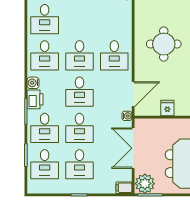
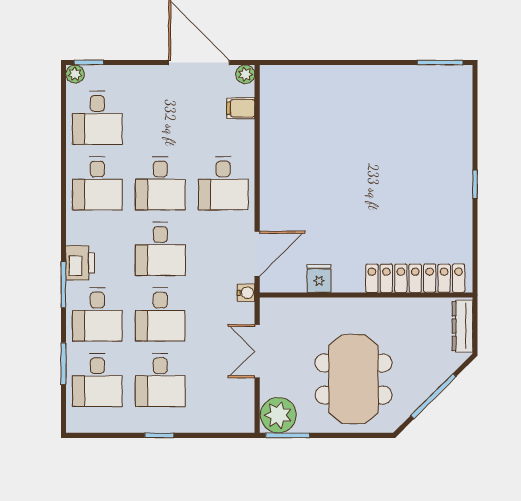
round table: (164, 44) -> (313, 163), removed
water cooler: (33, 83) -> (76, 233), removed
double door: (133, 148) -> (257, 351), width x0.73
filing cabinet: (124, 188) -> (241, 108), moved

